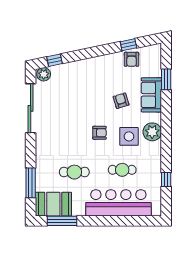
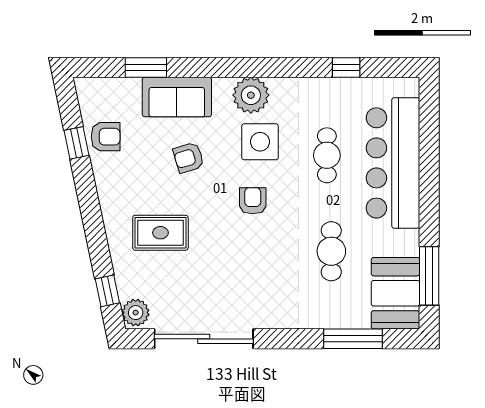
rug: (84, 87) -> (160, 233), added

